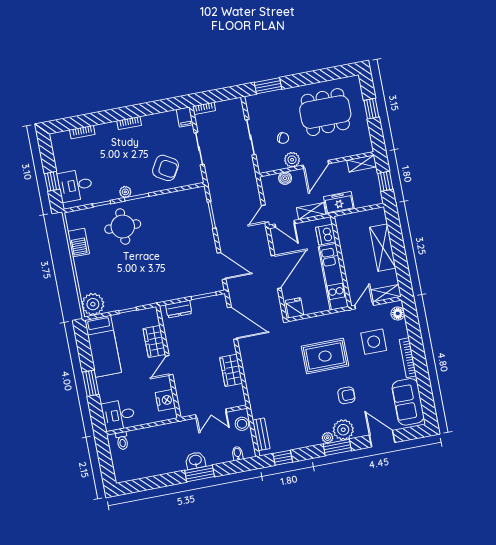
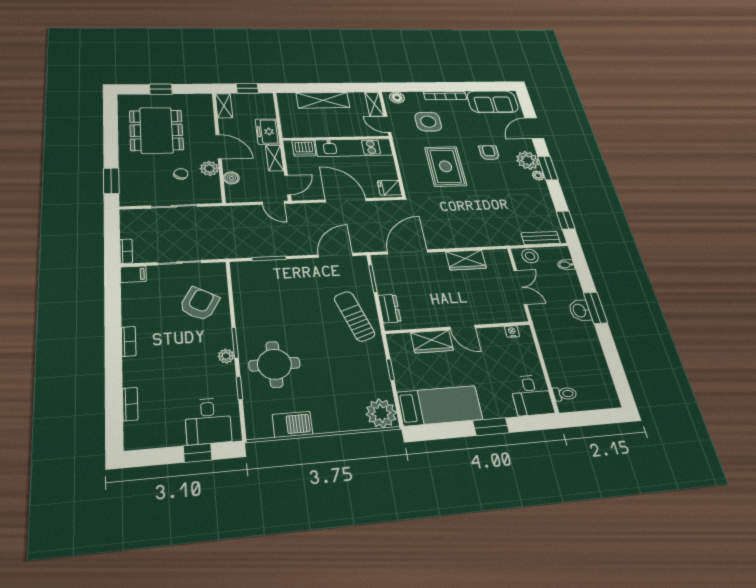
sun lounger: (169, 283) -> (354, 316), added
nightstand: (165, 400) -> (512, 332), width x0.53, depth x0.56

